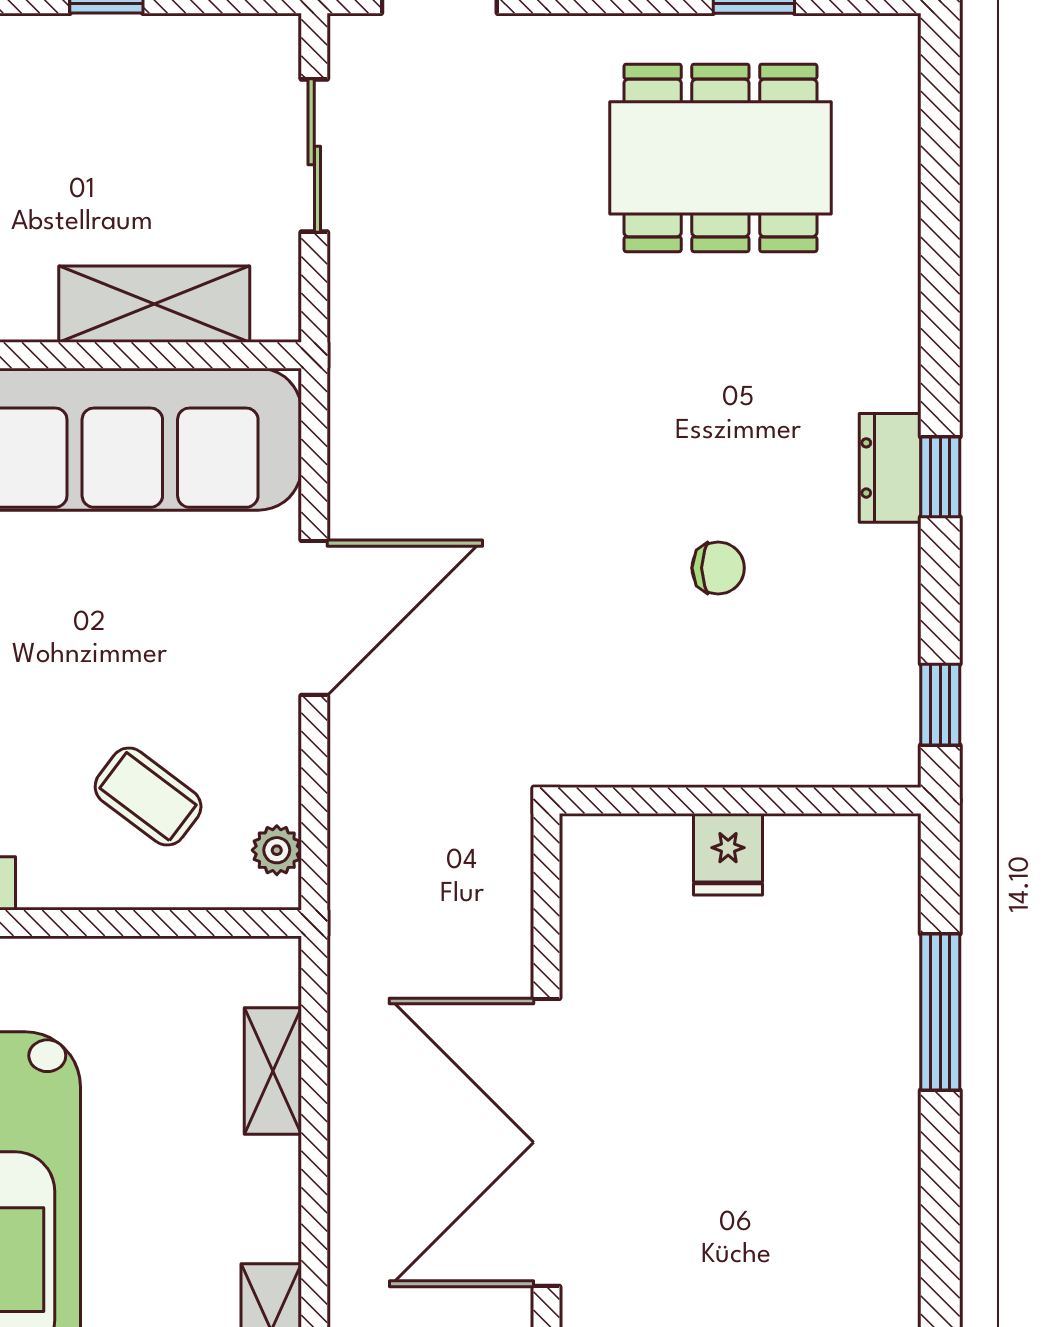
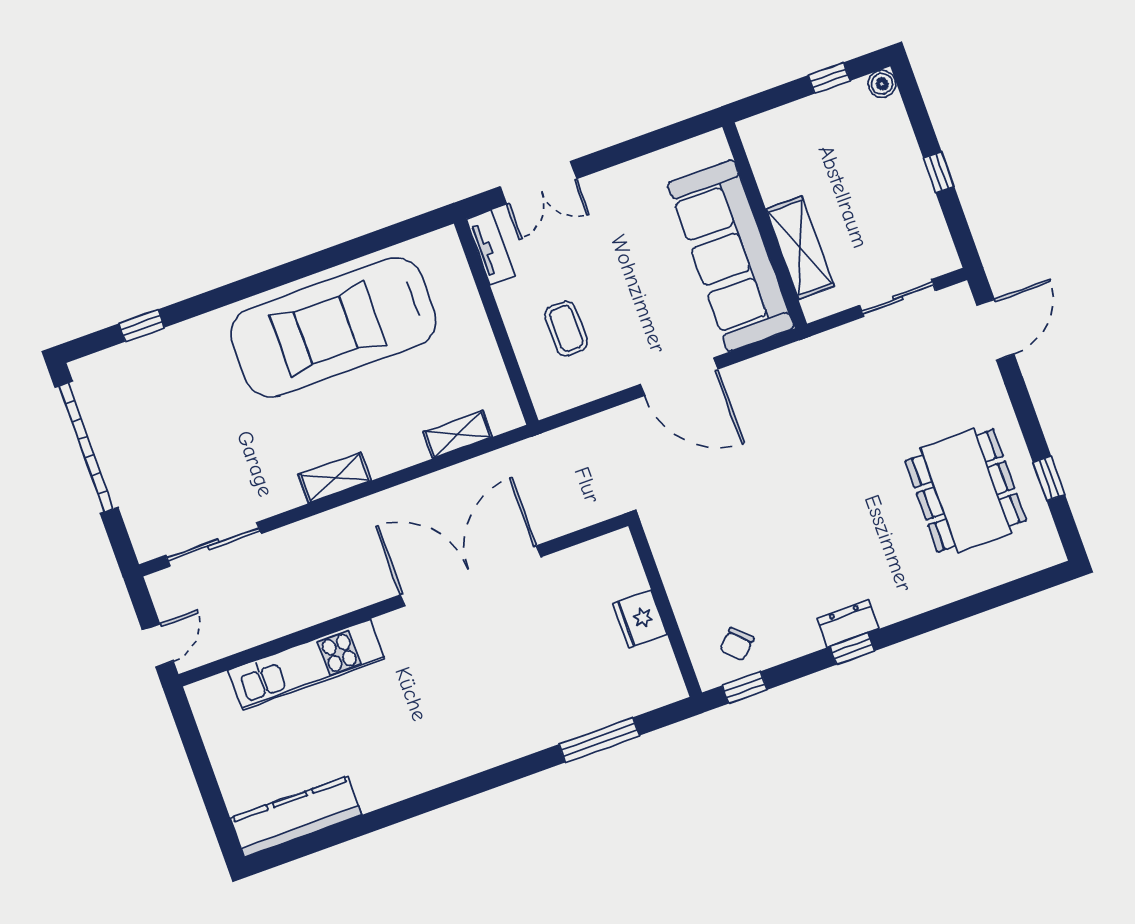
chair: (718, 568) -> (737, 644), moved, turned 45
coffee table: (148, 797) -> (566, 329), turned -37
plant: (277, 850) -> (563, 399), removed
fridge: (728, 854) -> (640, 619), width x1.38

